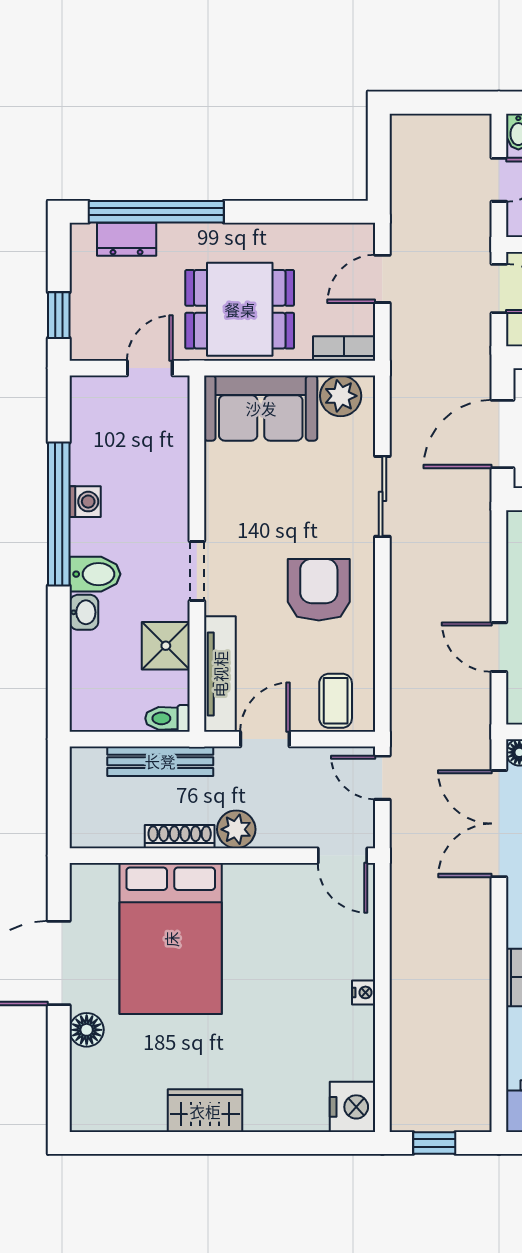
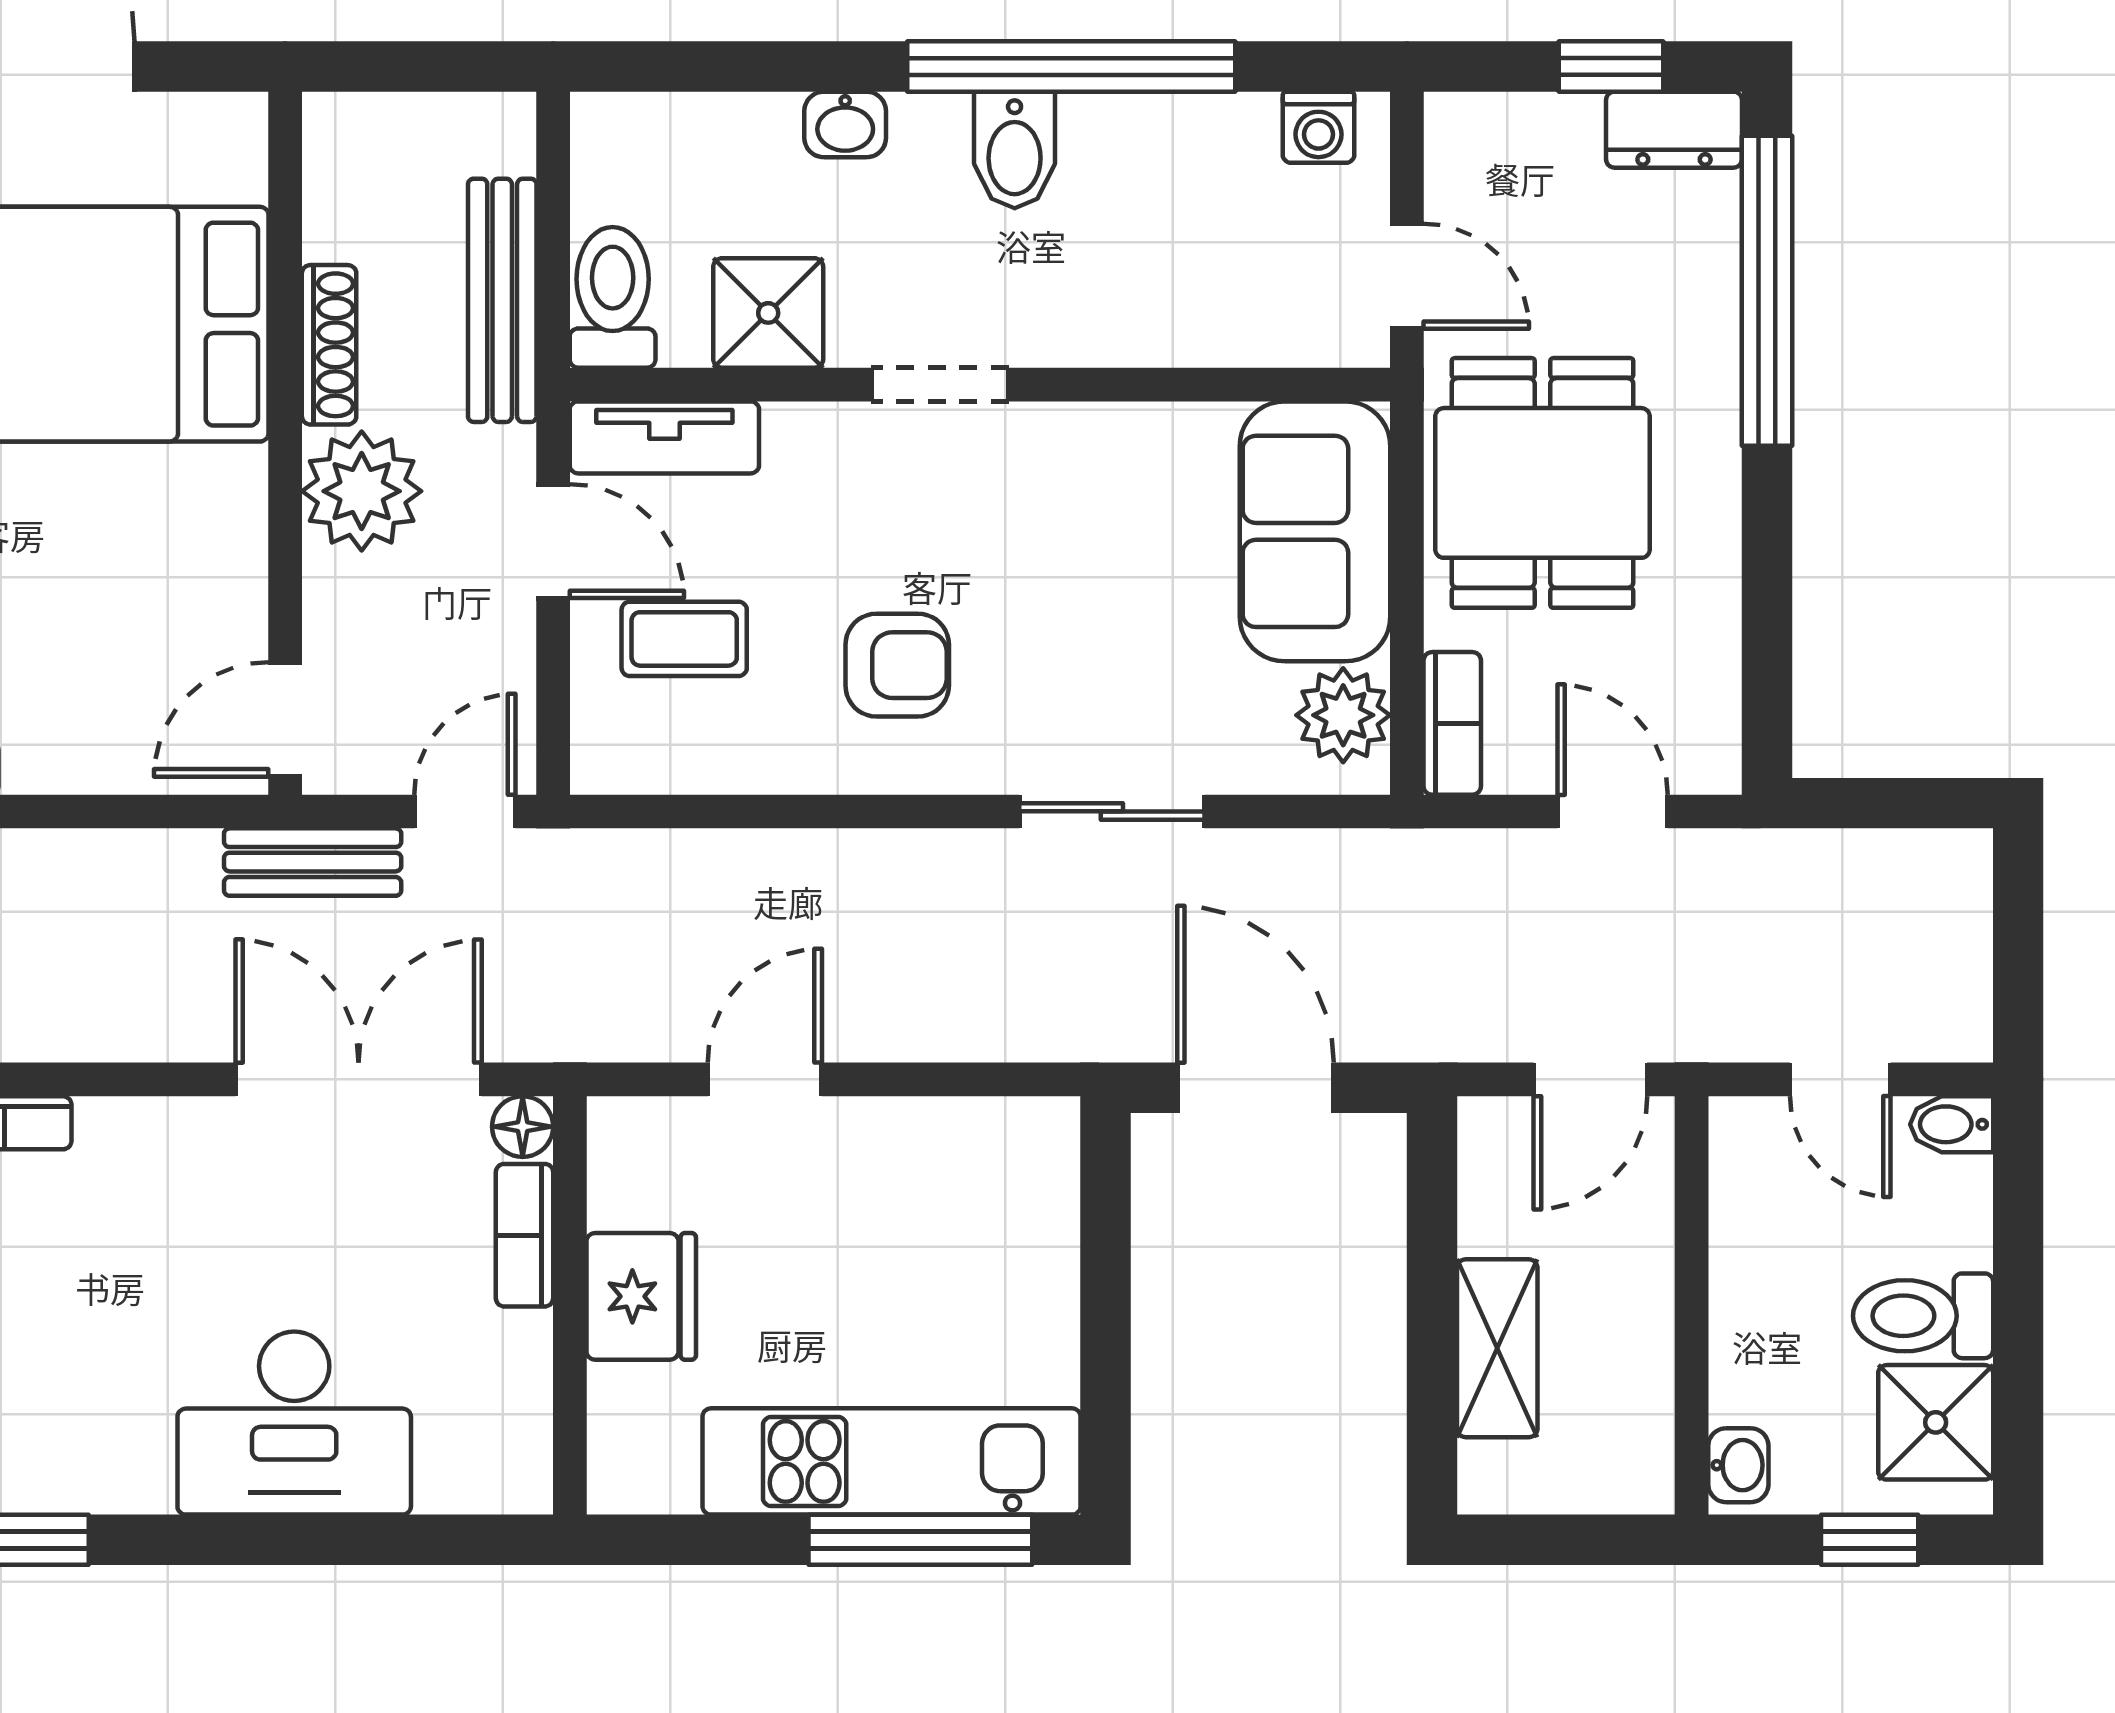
dresser: (127, 239) -> (1674, 130), moved, turned -90
window: (59, 315) -> (1611, 66), moved
washing machine: (85, 502) -> (1318, 127), moved
bidet: (95, 574) -> (1015, 150), moved
armchair: (319, 590) -> (897, 665), width x0.72, depth x0.72
tv unit: (220, 674) -> (664, 437), width x0.71
coffee table: (336, 701) -> (684, 639), moved
toilet: (168, 718) -> (613, 297), width x1.37, depth x1.39
plant: (236, 829) -> (362, 491), width x1.36, depth x1.36
bench: (404, 844) -> (313, 862), added

